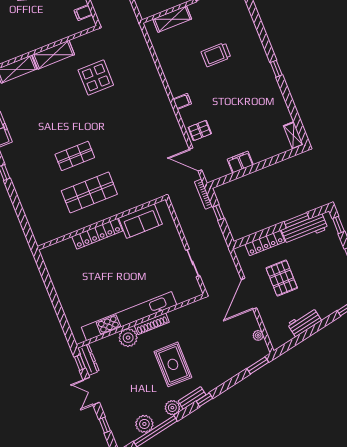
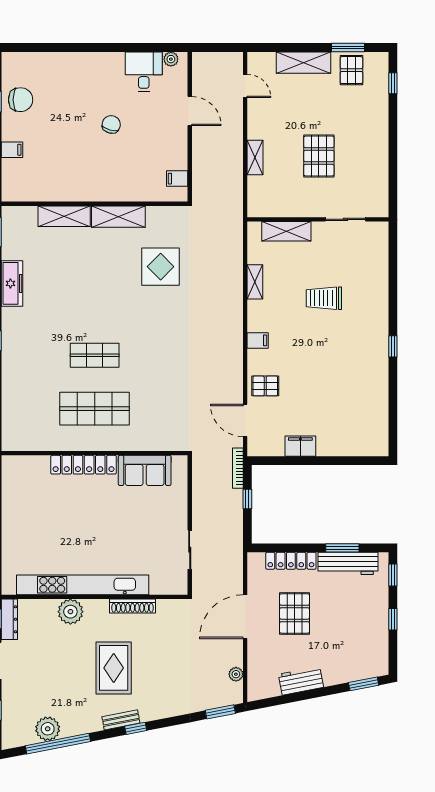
shelving: (293, 135) -> (255, 282), moved
shoe rack: (152, 324) -> (133, 606), moved
plant: (172, 408) -> (91, 722), removed

